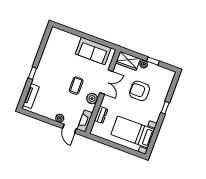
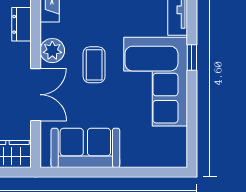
corner sofa: (52, 68) -> (156, 82), added
double door: (106, 82) -> (36, 95), swing flipped

